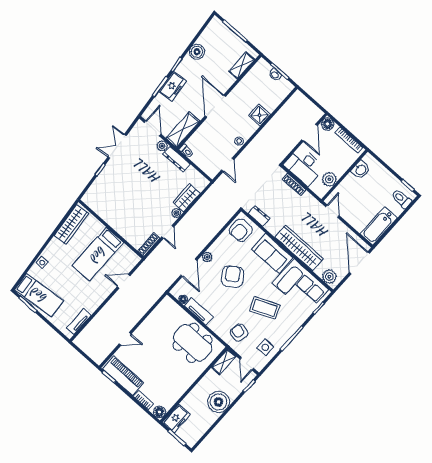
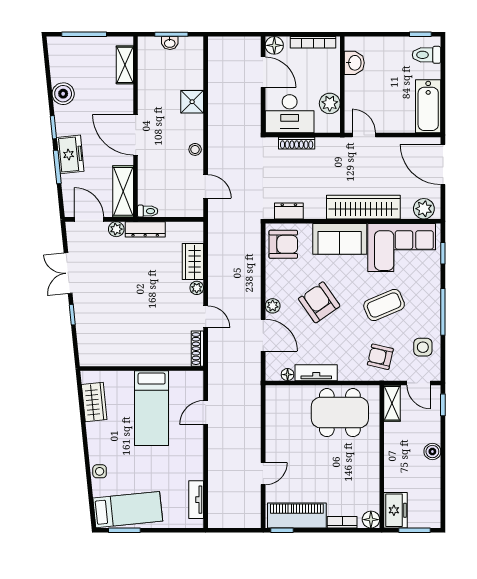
wardrobe: (71, 225) -> (94, 402), width x0.67
armchair: (241, 230) -> (283, 244), turned -90
boiler: (219, 402) -> (432, 452), width x0.54, depth x0.54

